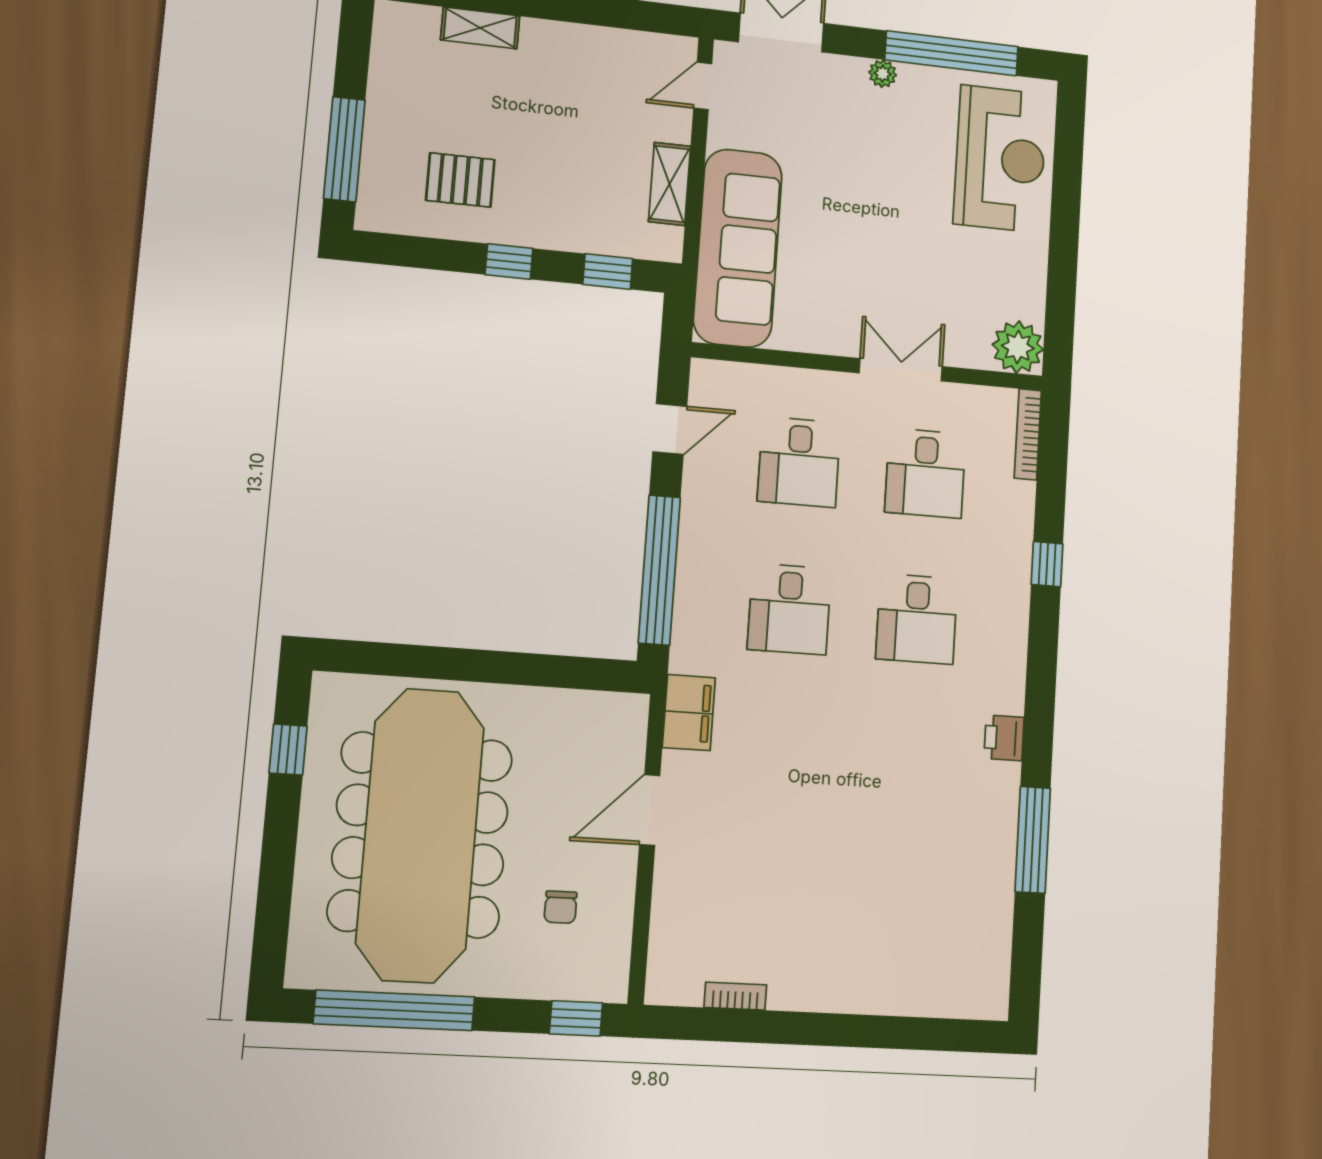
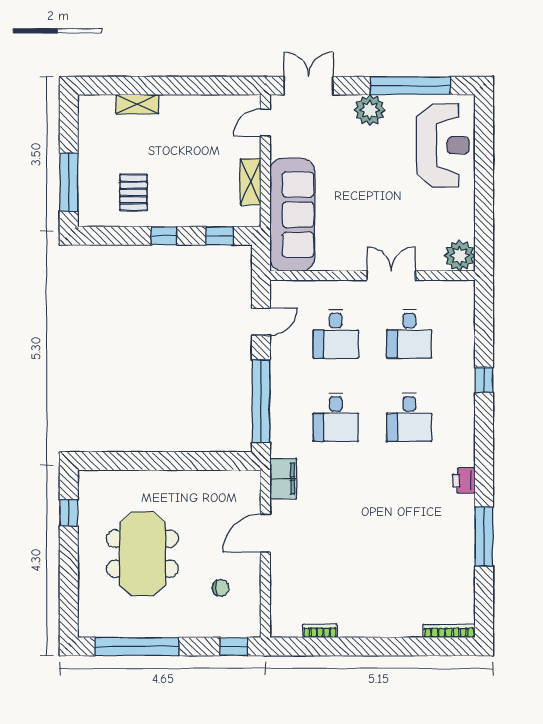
plant: (883, 74) -> (370, 110), width x1.88, depth x1.88
pallet: (460, 180) -> (133, 192), turned 90
bookcase: (1028, 434) -> (449, 631), moved, turned 90
meeting table: (420, 835) -> (142, 554), width x0.54, depth x0.79
chair: (561, 907) -> (221, 588), turned -90

